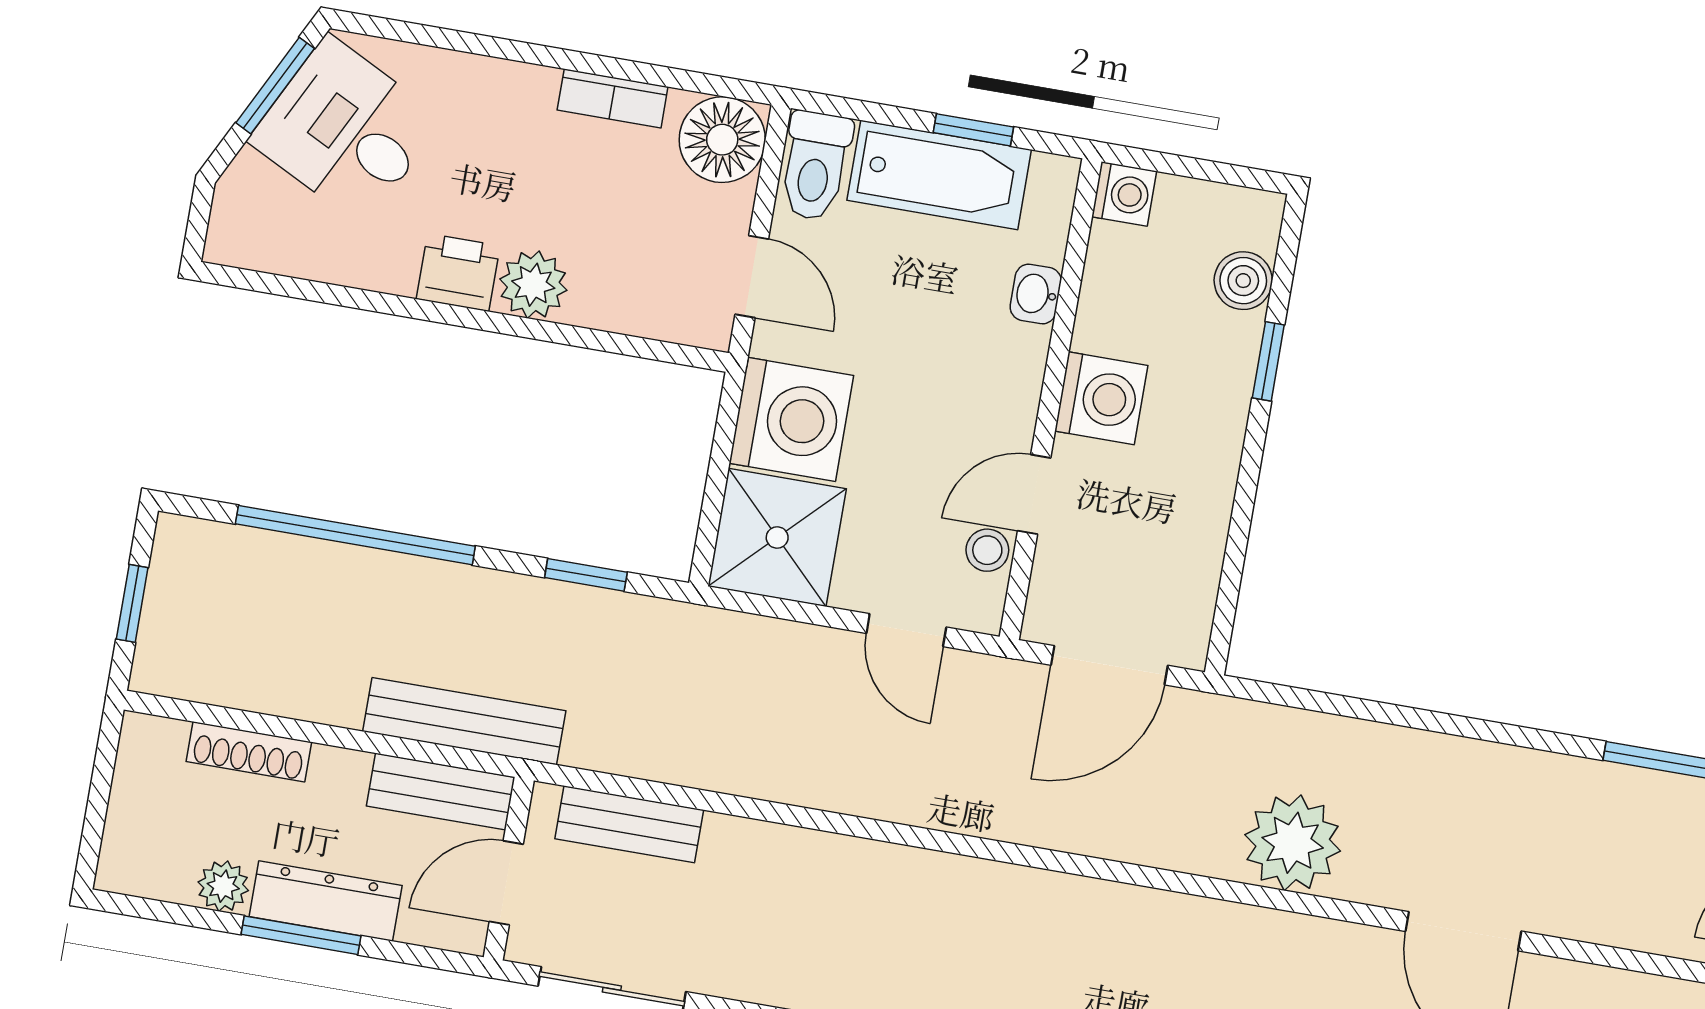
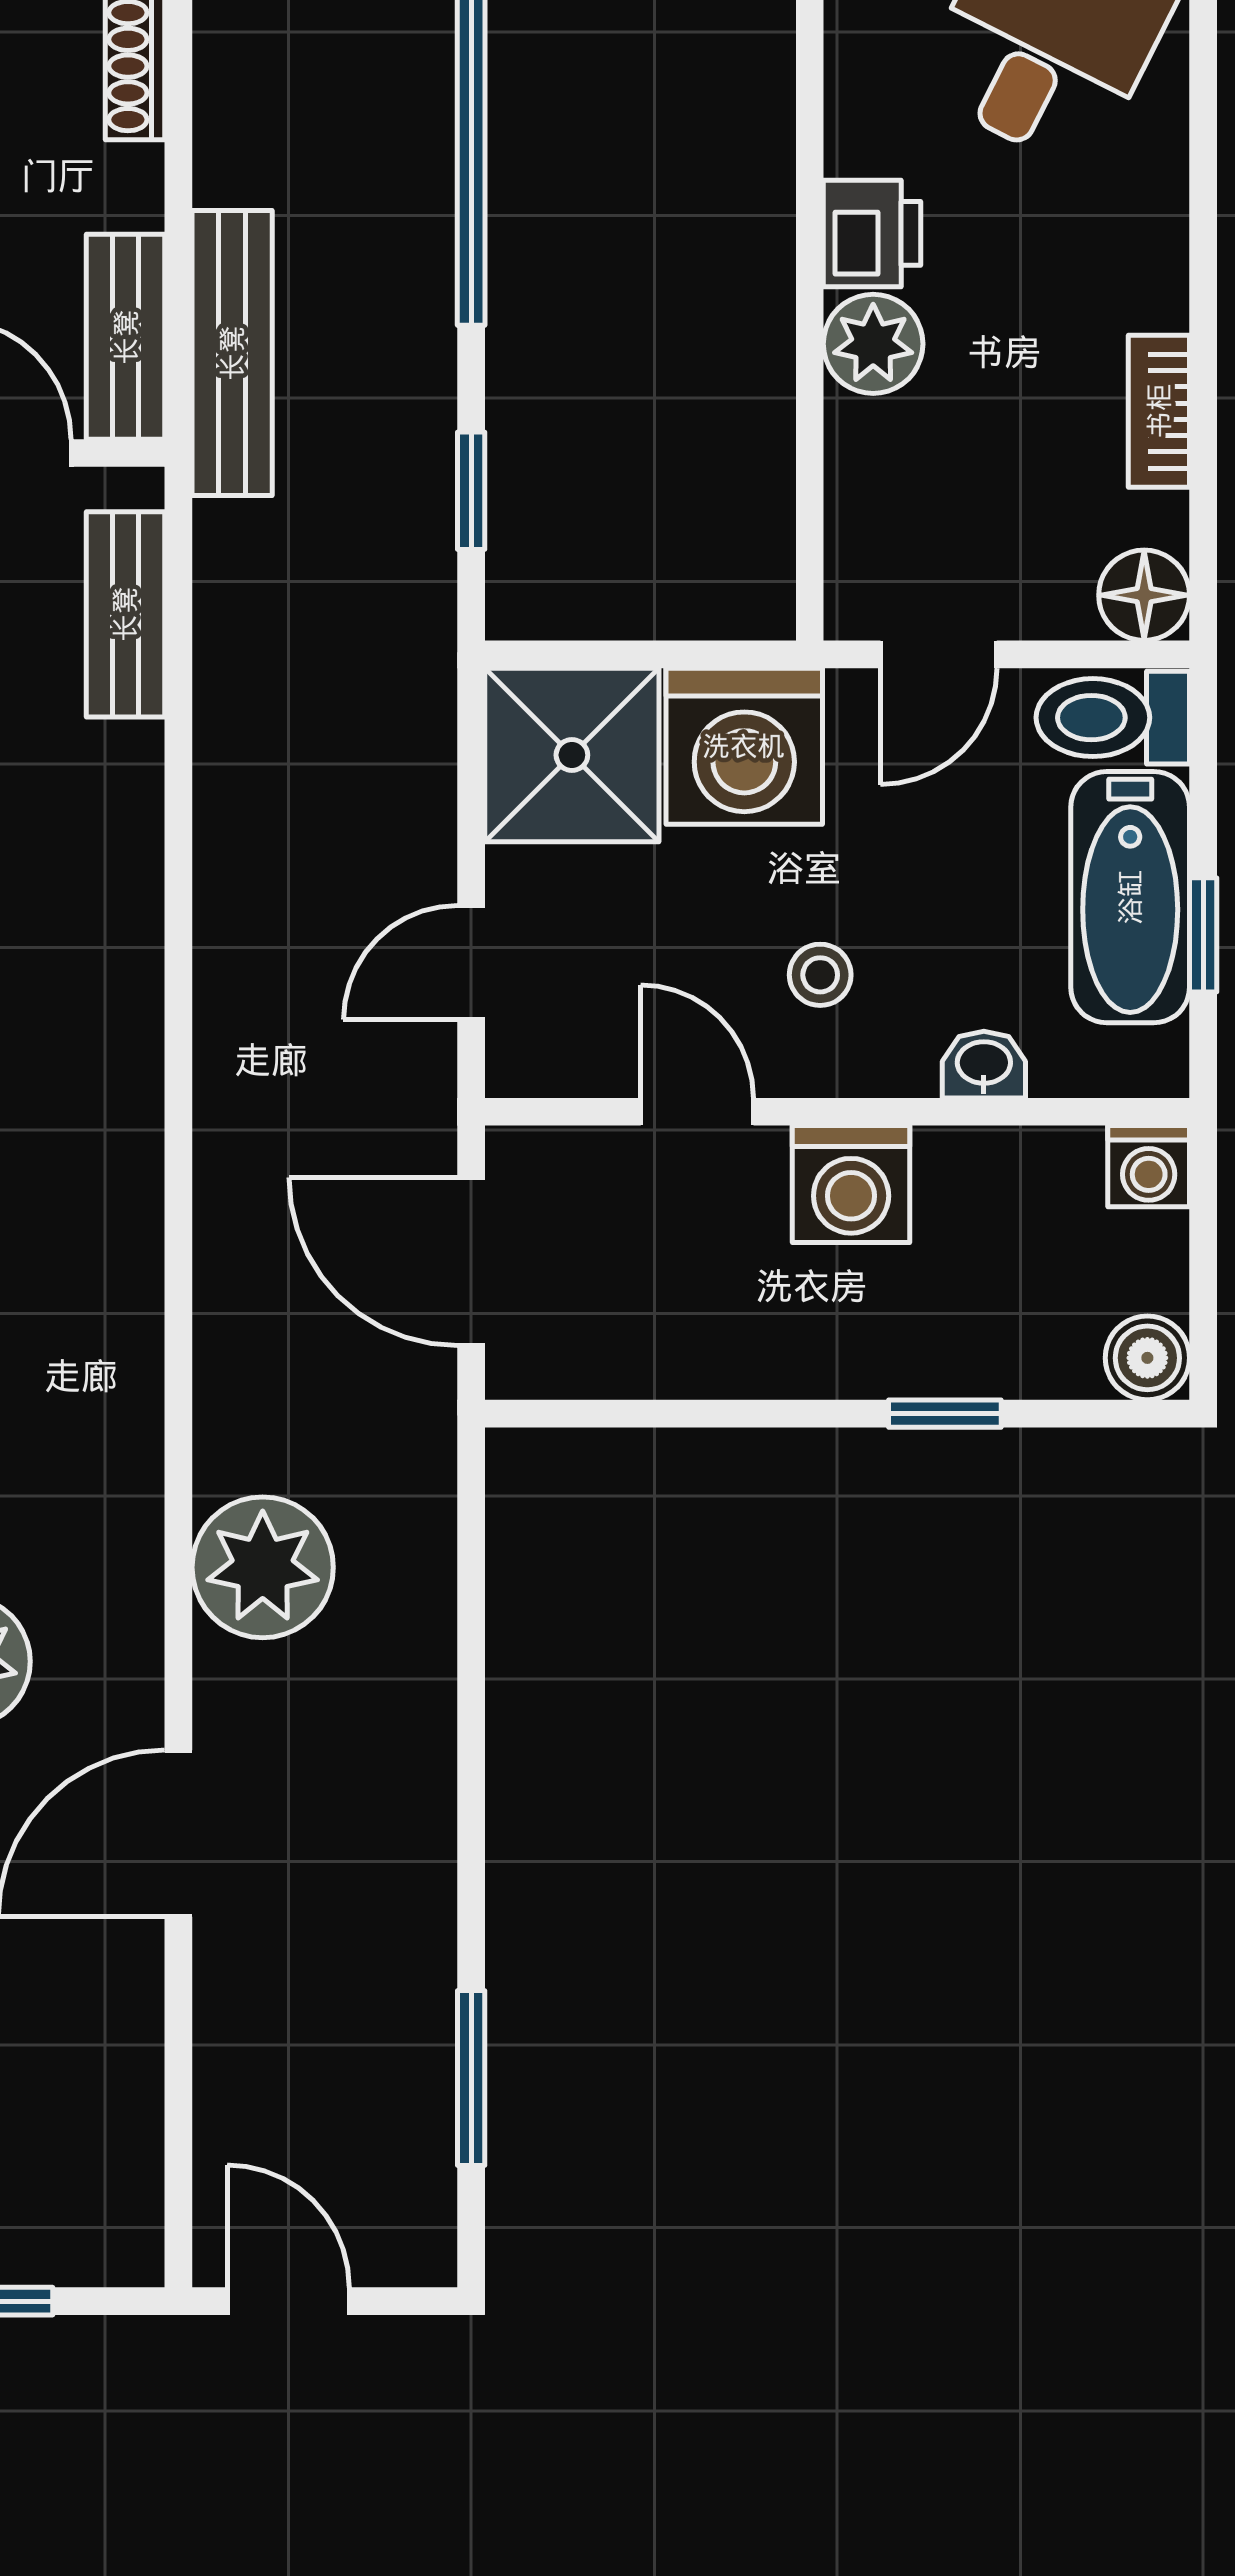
floor lamp: (722, 140) -> (1144, 595), width x0.73, depth x0.73
boiler: (1243, 281) -> (1147, 1358), moved
stool: (987, 550) -> (820, 975), moved

